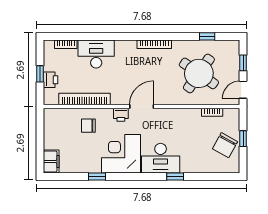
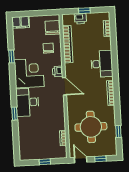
desk: (96, 54) -> (102, 64), moved
round table: (199, 73) -> (91, 127), turned -35
chair: (225, 145) -> (52, 28), moved, turned 61

